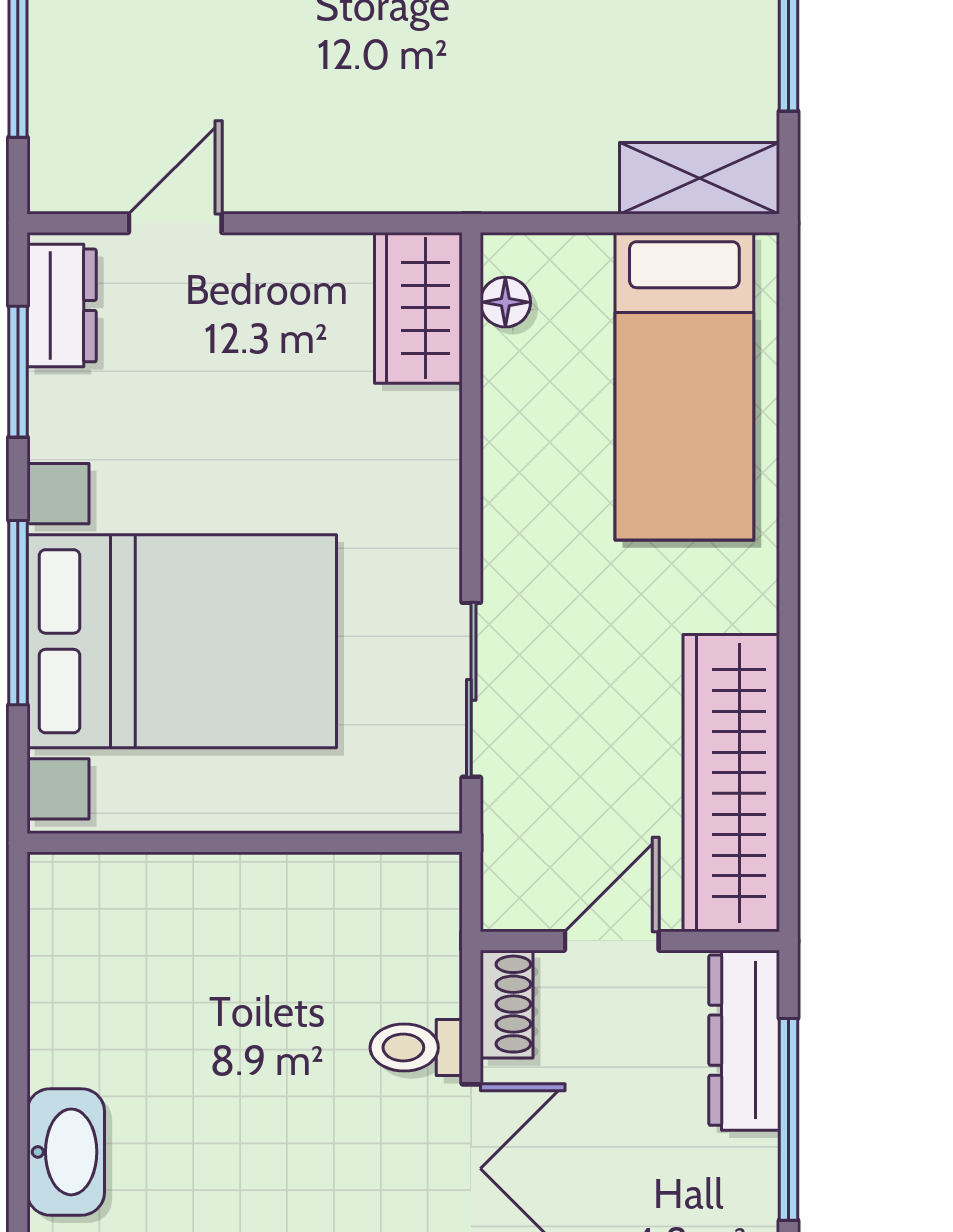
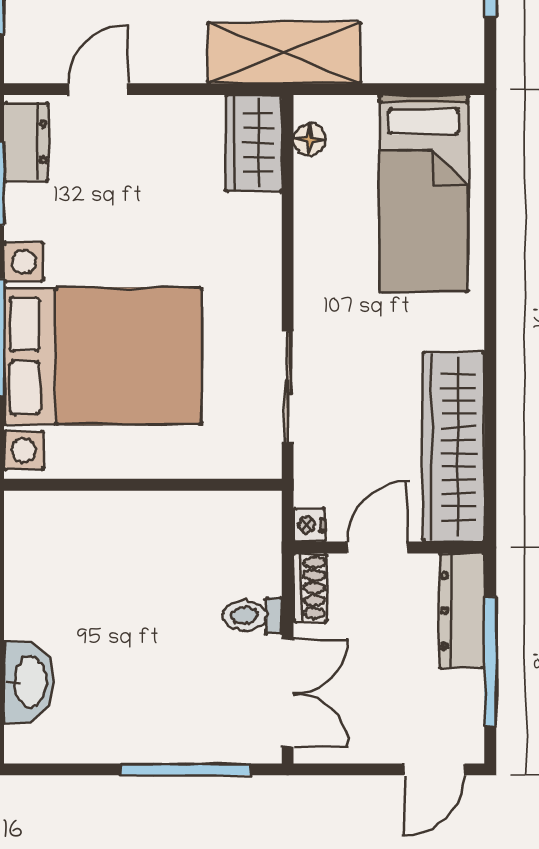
shelving: (700, 178) -> (284, 53), moved, width x1.50, depth x1.33
nightstand: (505, 906) -> (309, 525), added

